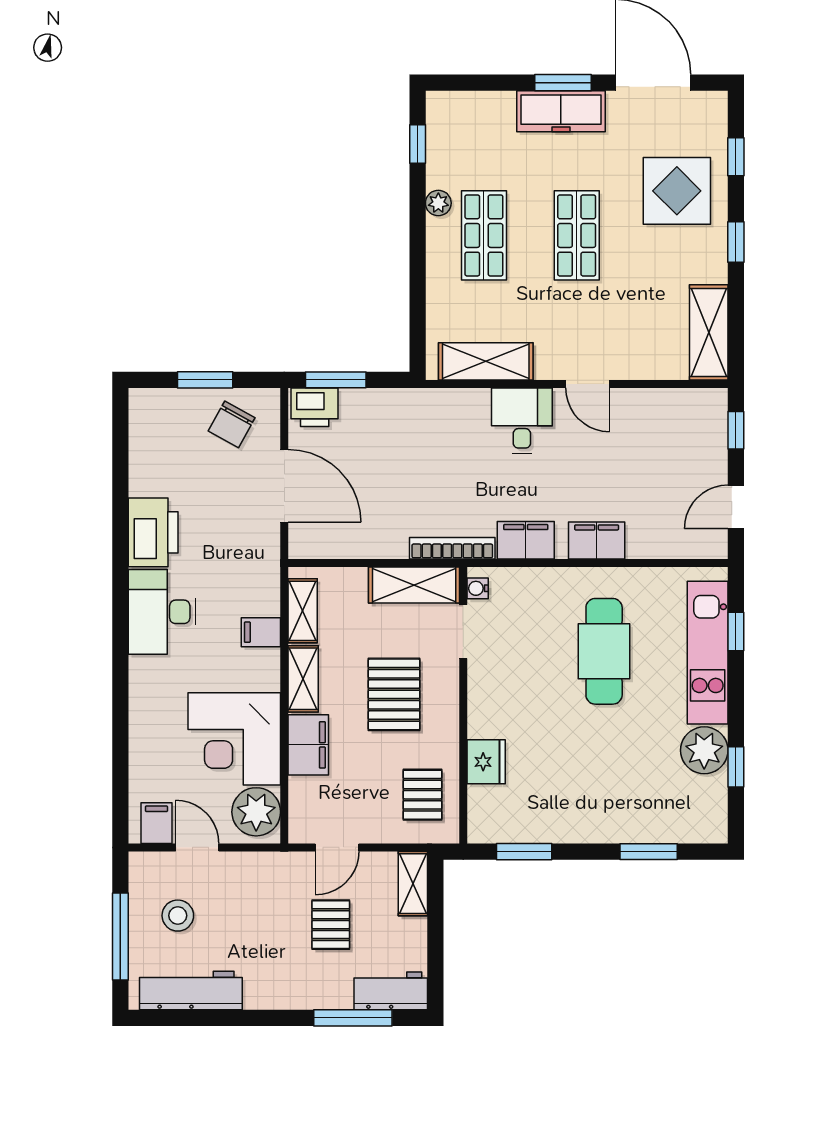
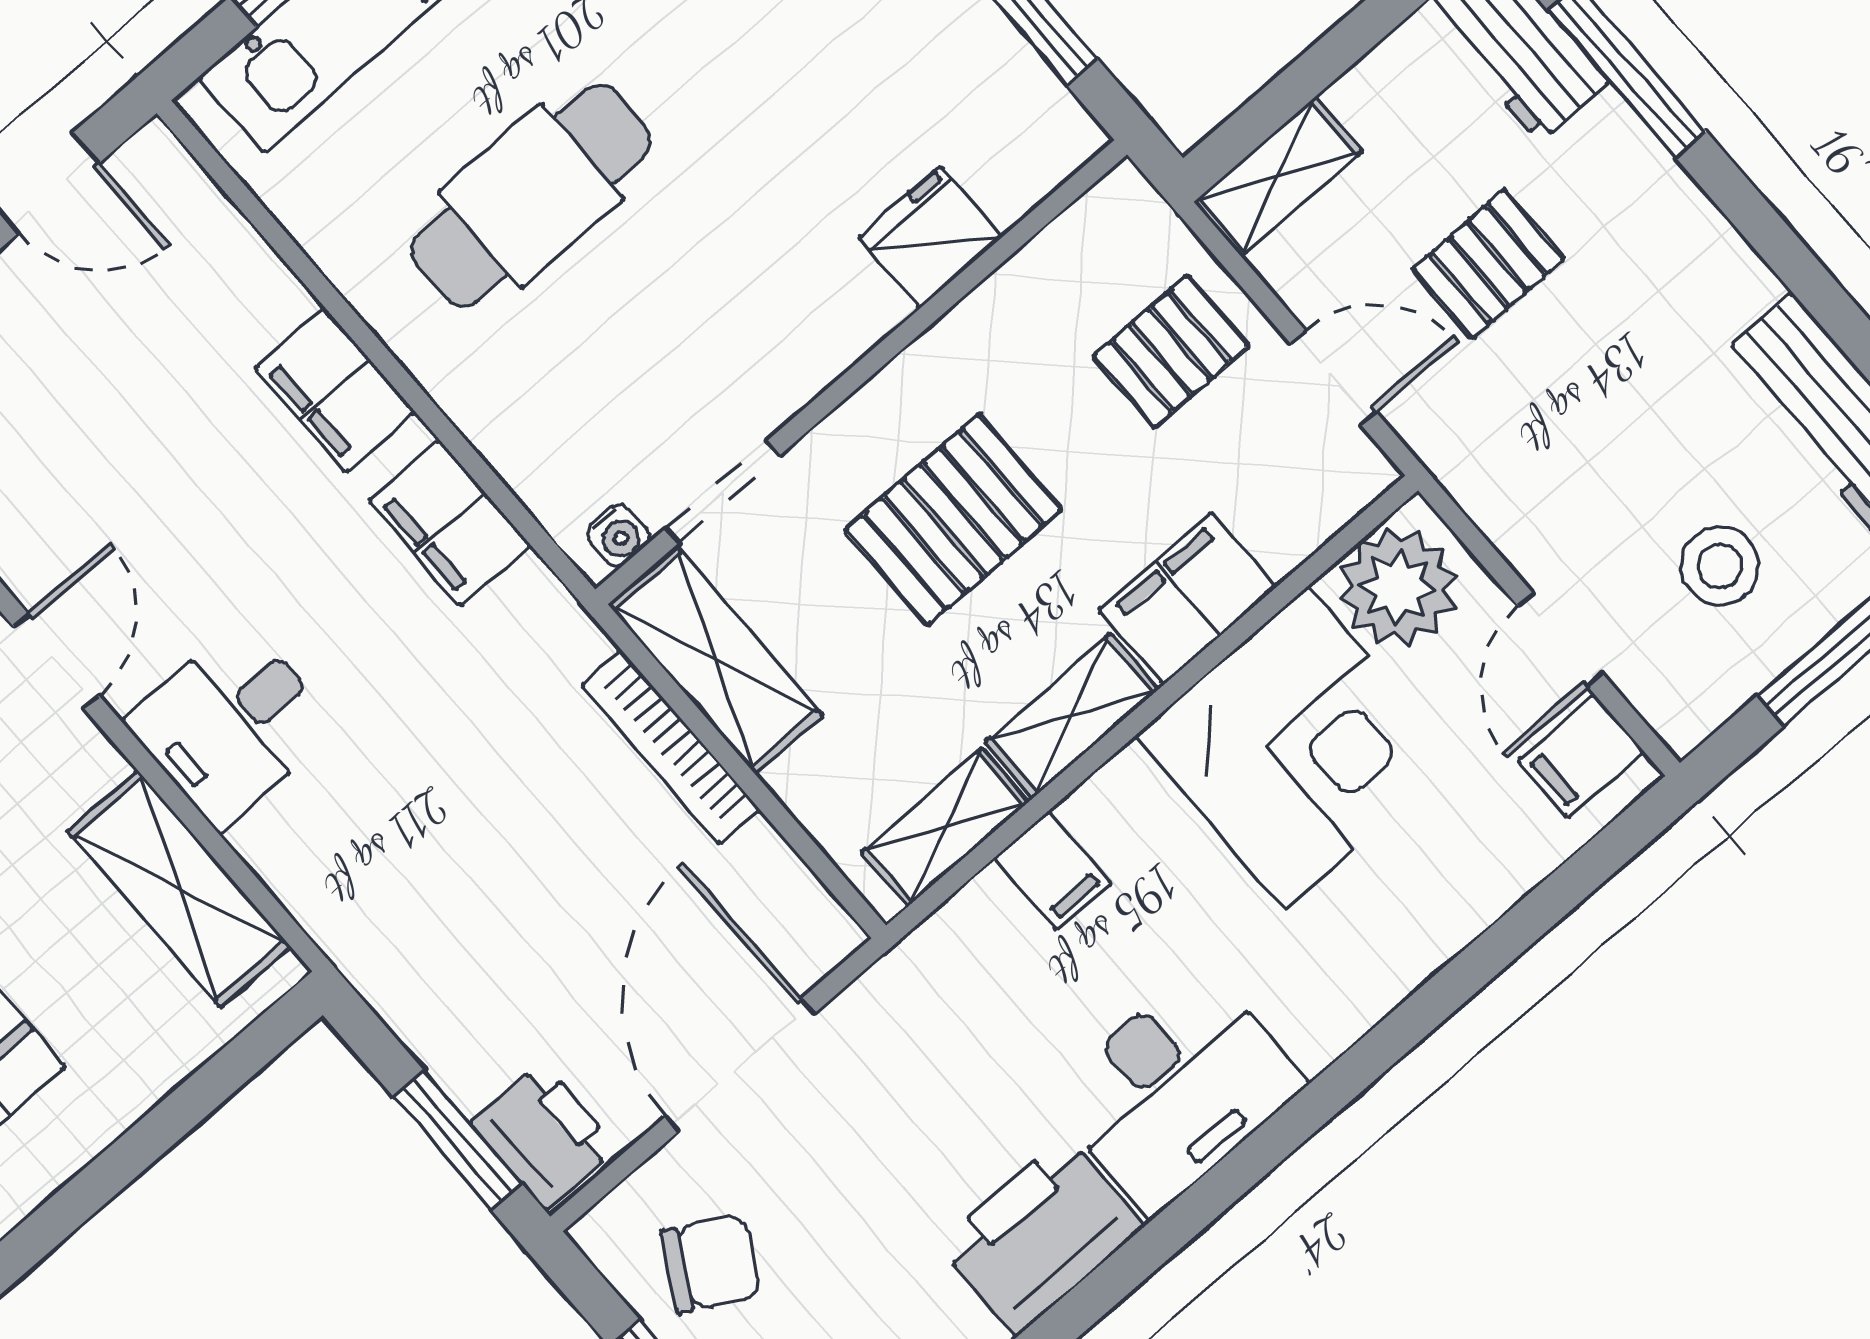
bookcase: (452, 548) -> (670, 747), moved
pallet: (422, 795) -> (1171, 351), moved

